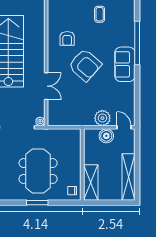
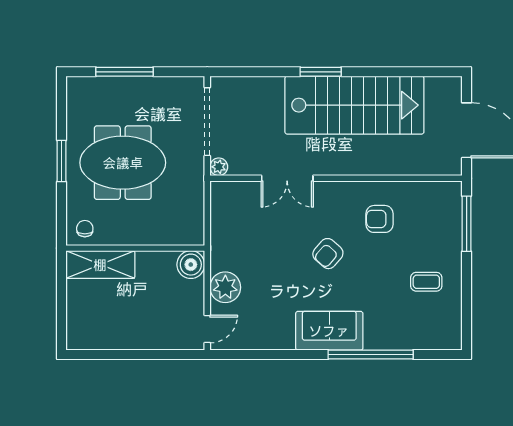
armchair: (85, 65) -> (328, 254), width x0.53, depth x0.53
boiler: (106, 136) -> (191, 265), moved
shelving: (129, 177) -> (111, 338), removed

